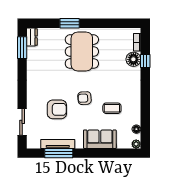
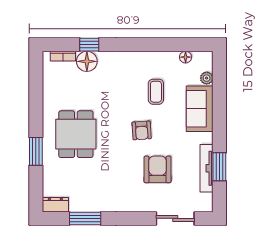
window: (22, 48) -> (85, 218), moved
dining table: (82, 52) -> (76, 134), width x0.73
plant: (136, 144) -> (207, 78), moved
window: (59, 153) -> (219, 167), width x0.69

